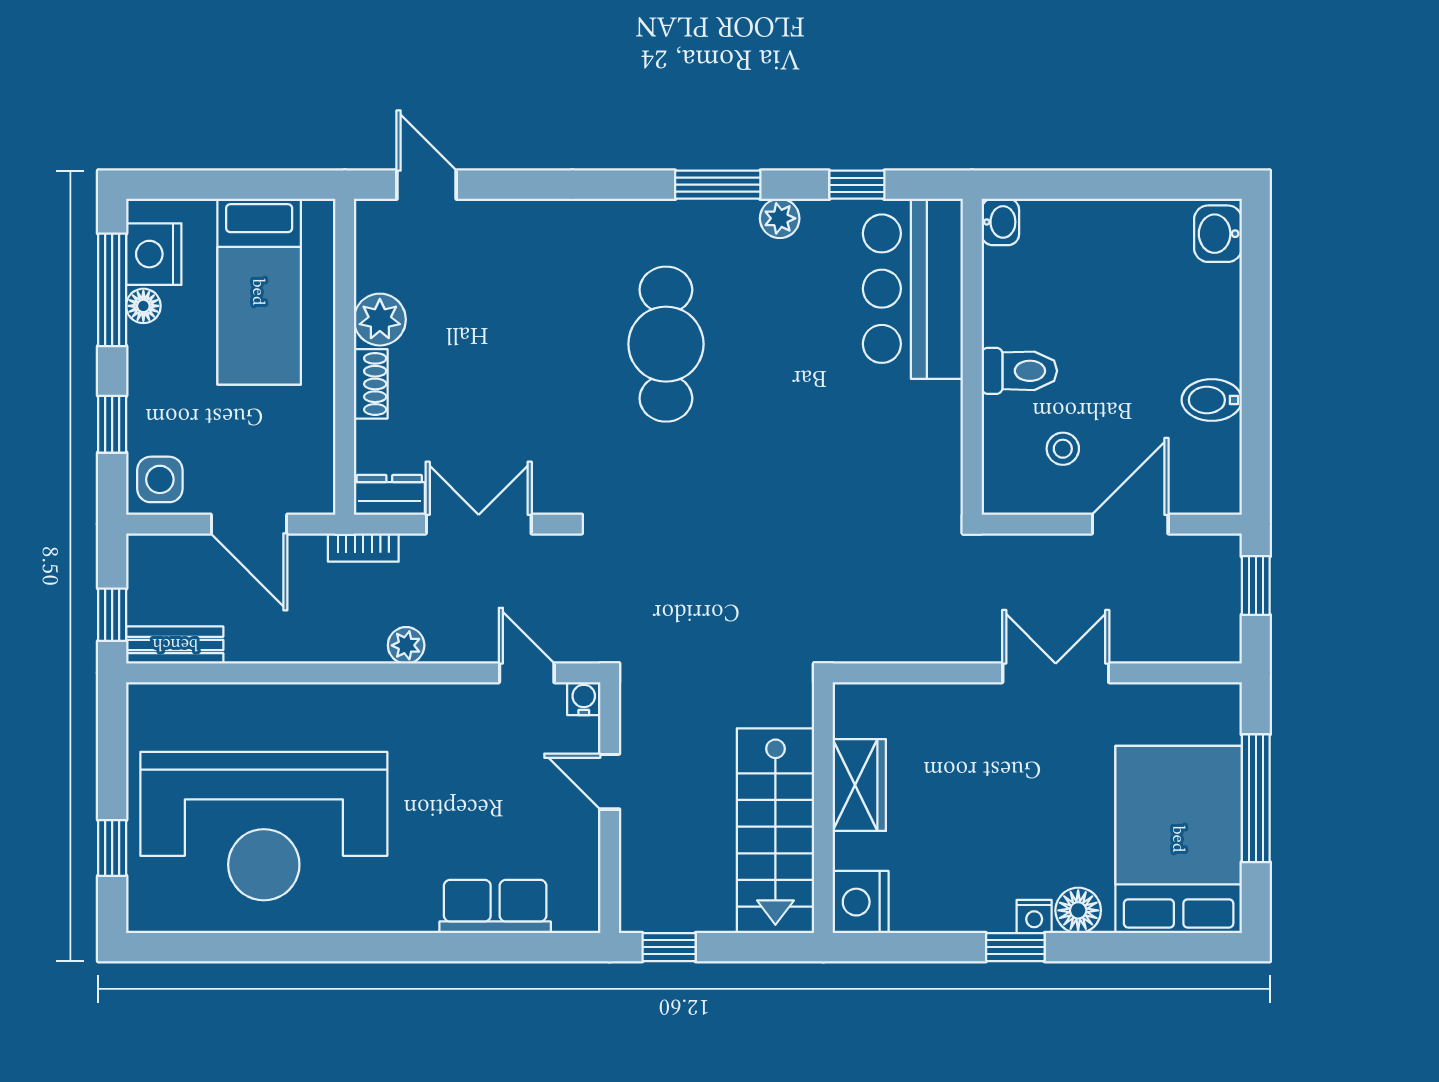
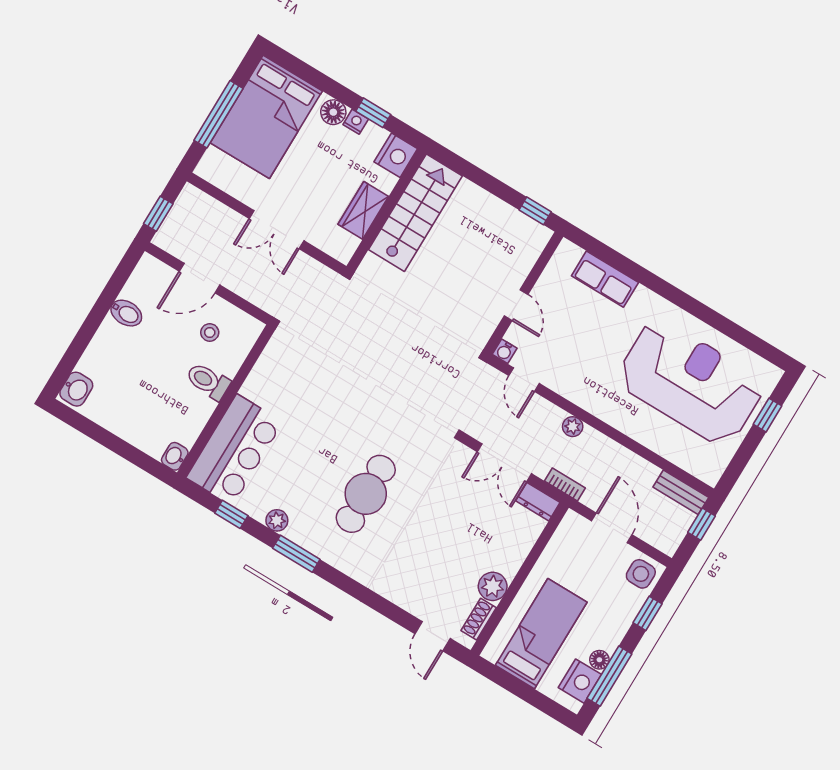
shoe rack: (371, 384) -> (479, 619), moved
wardrobe: (859, 785) -> (363, 210), moved
wall: (823, 808) -> (386, 210), moved
stairs: (775, 831) -> (415, 213), moved
nightstand: (861, 902) -> (396, 155), moved

